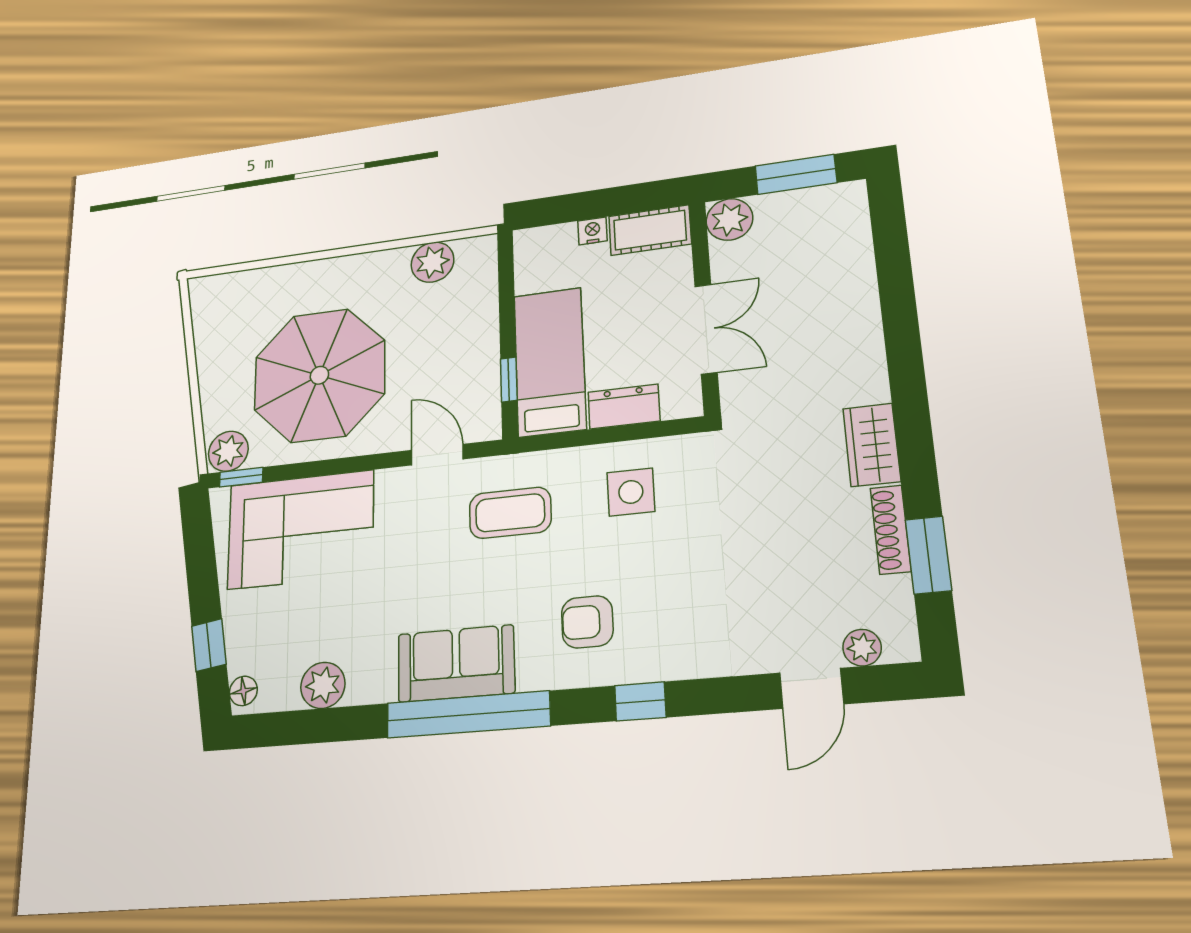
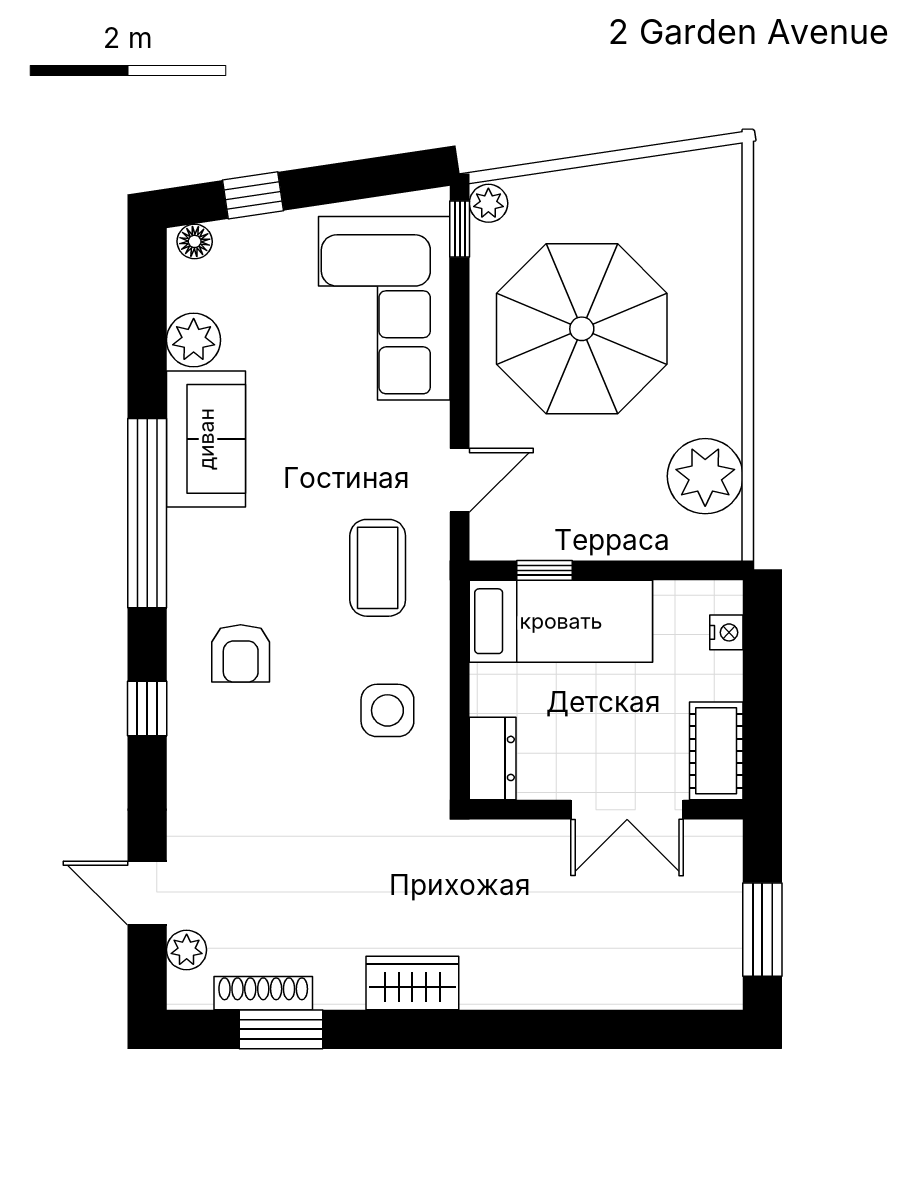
plant: (729, 219) -> (715, 847), removed
nightstand: (593, 231) -> (726, 632), moved
plant: (432, 262) -> (705, 476), width x1.36, depth x1.36
double door: (706, 329) -> (627, 810), moved
dresser: (624, 407) -> (493, 758), moved
plant: (228, 451) -> (488, 203), width x0.73, depth x0.73
shoe rack: (891, 530) -> (263, 993), moved
armchair: (587, 622) -> (241, 653), turned 180
sofa: (456, 663) -> (206, 439), moved

